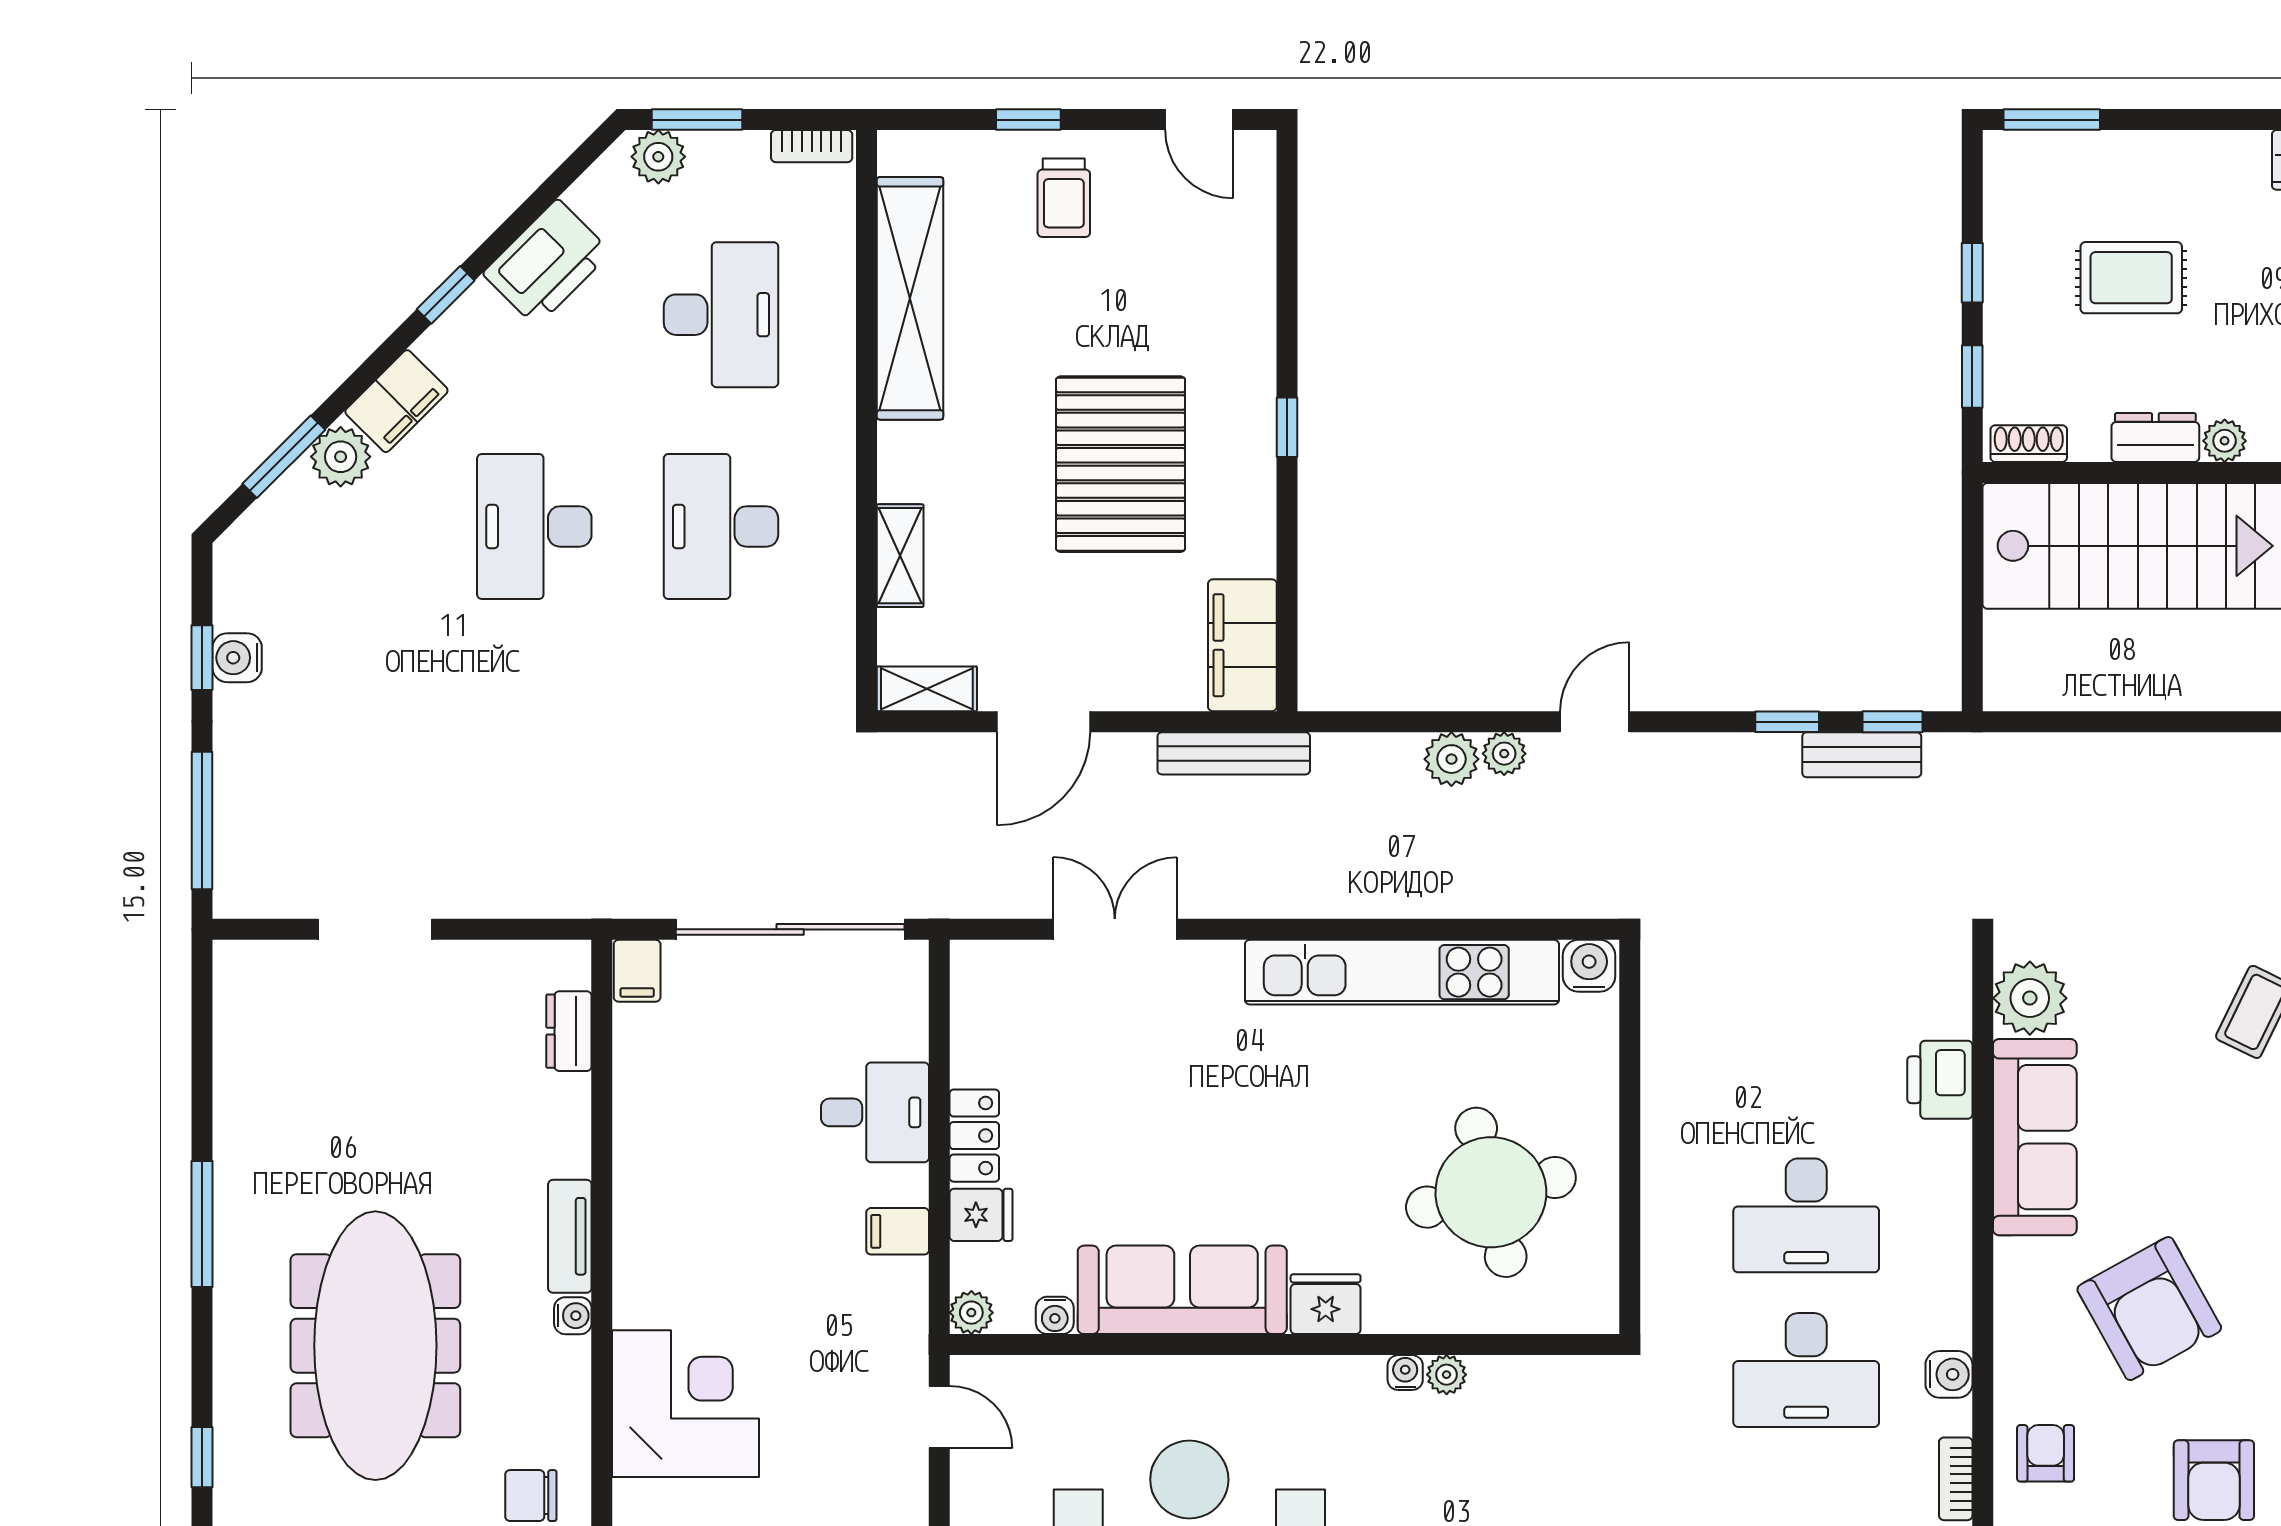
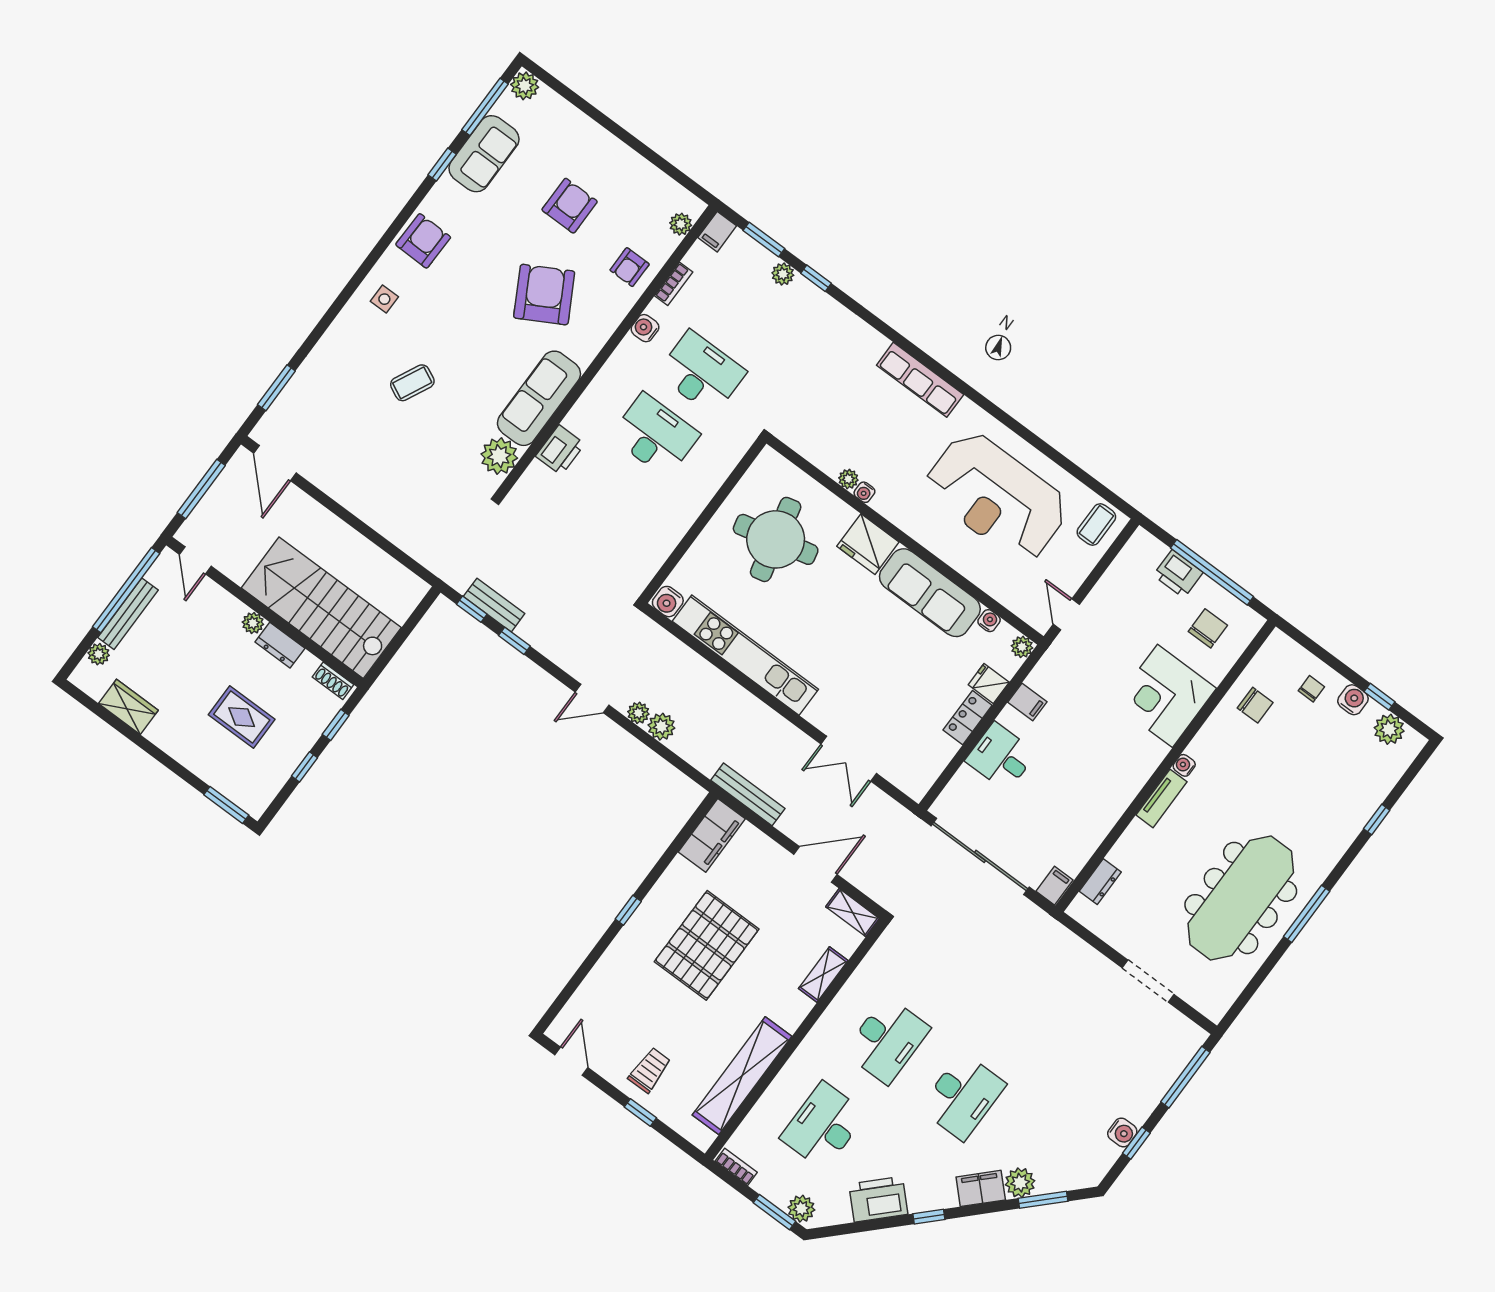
fridge: (1326, 1304) -> (868, 544), width x1.36, depth x1.34
meeting table: (375, 1346) -> (1241, 898), moved

